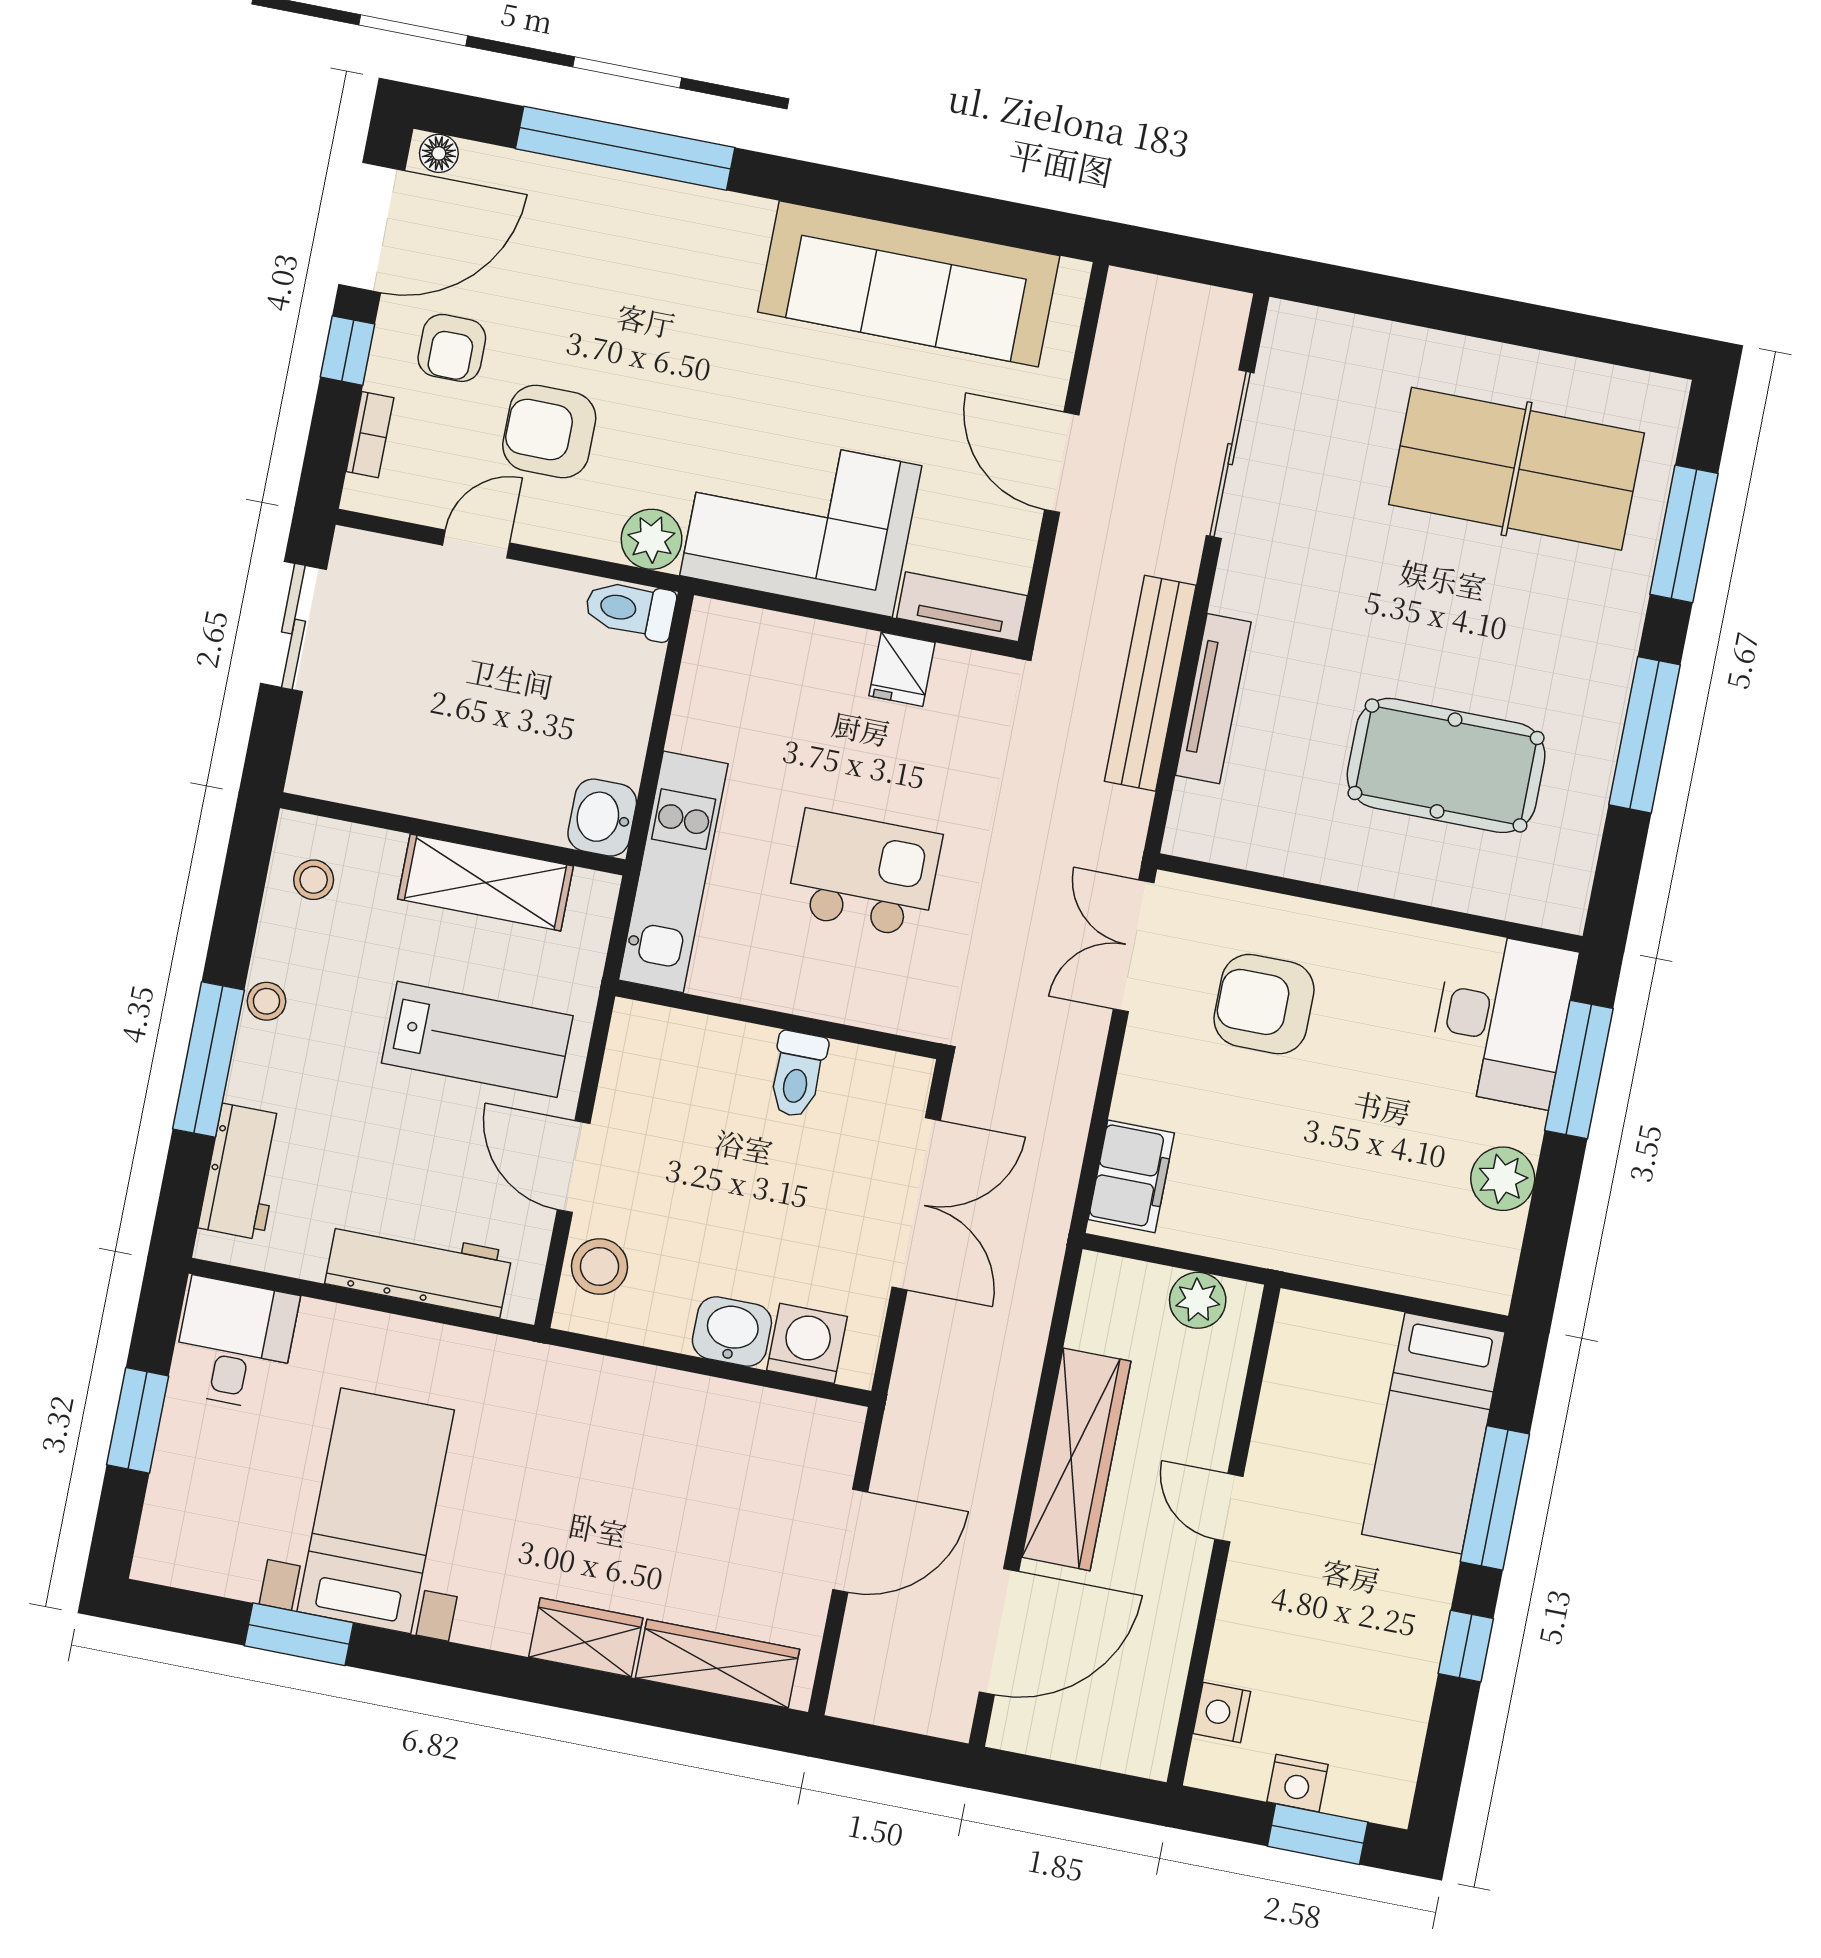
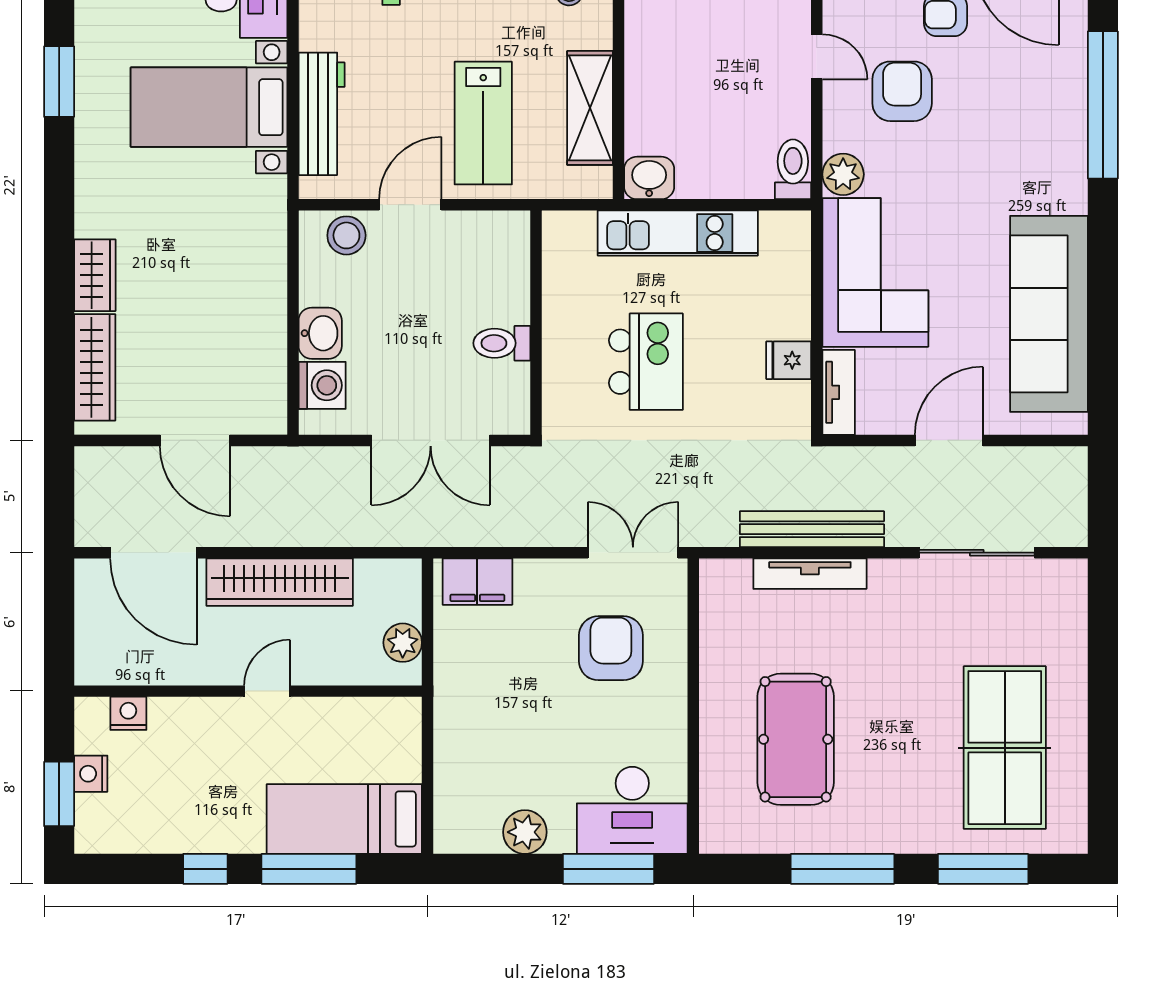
kitchen unit: (673, 872) -> (678, 233), moved
bed with nightstands: (376, 1511) -> (209, 107), moved, turned 180

